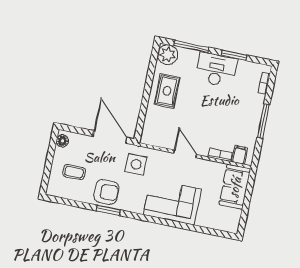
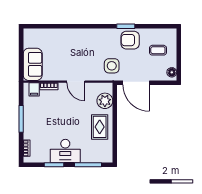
plant: (168, 55) -> (105, 101), moved
corner sofa: (172, 202) -> (78, 43), removed

